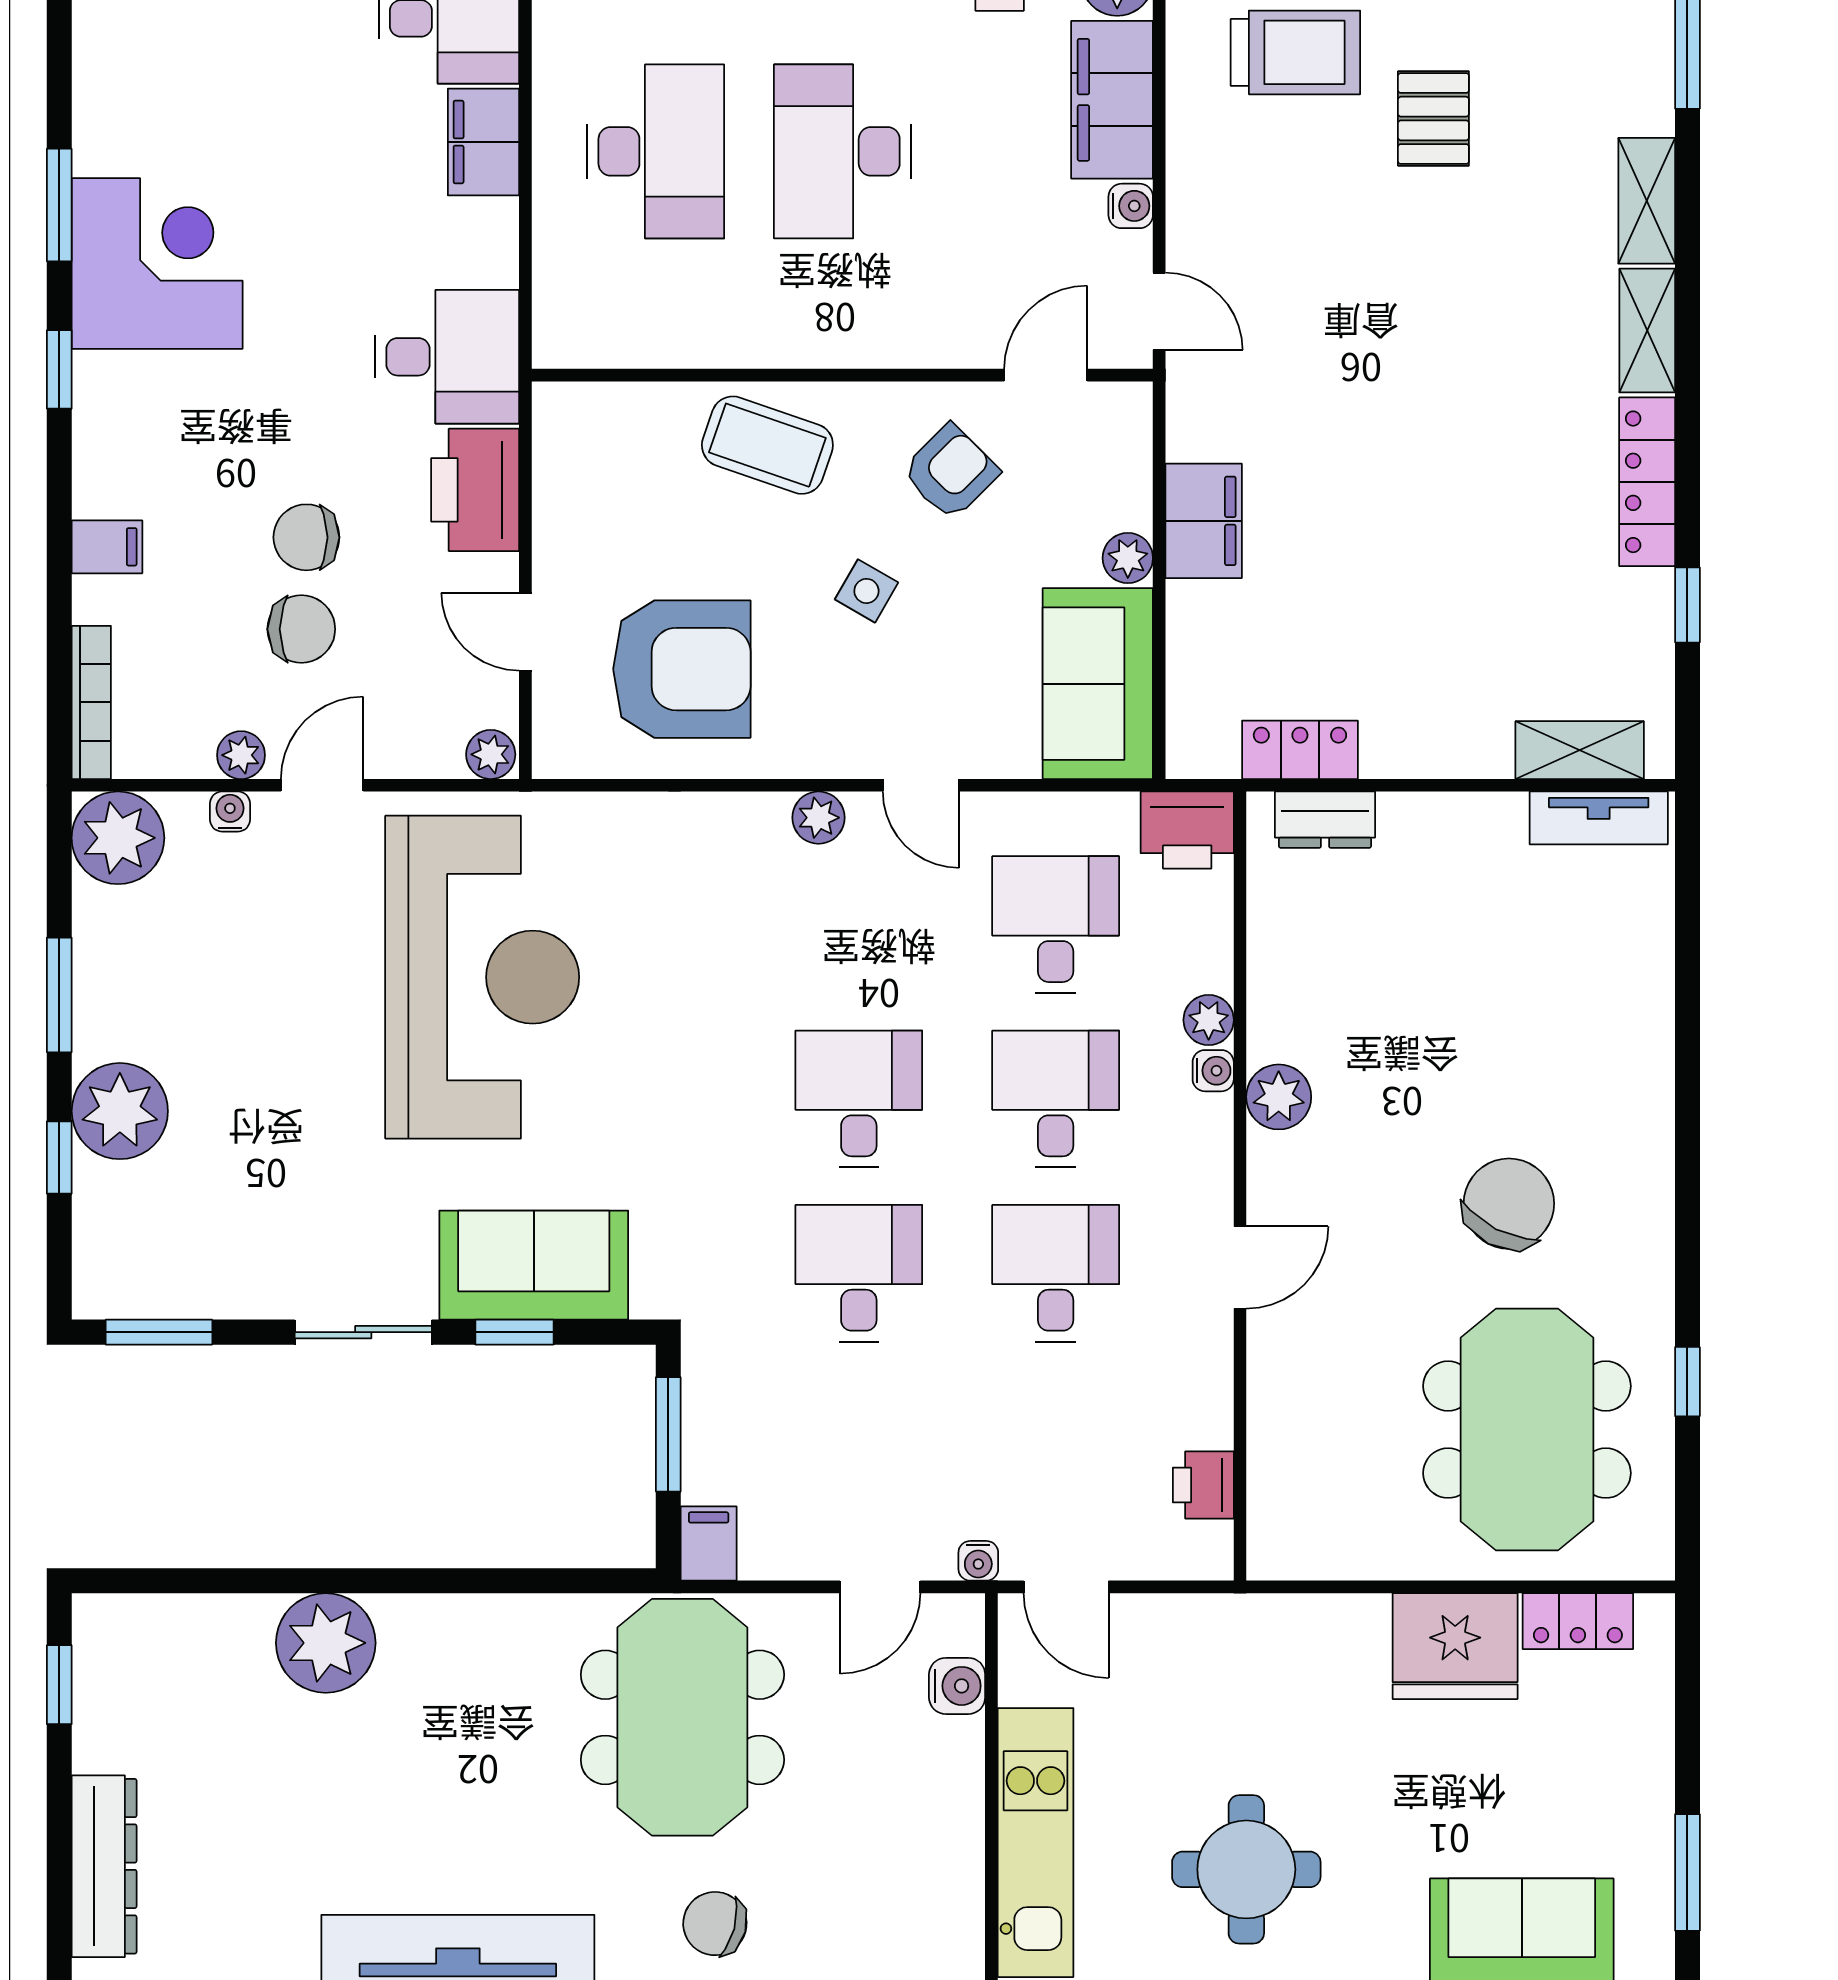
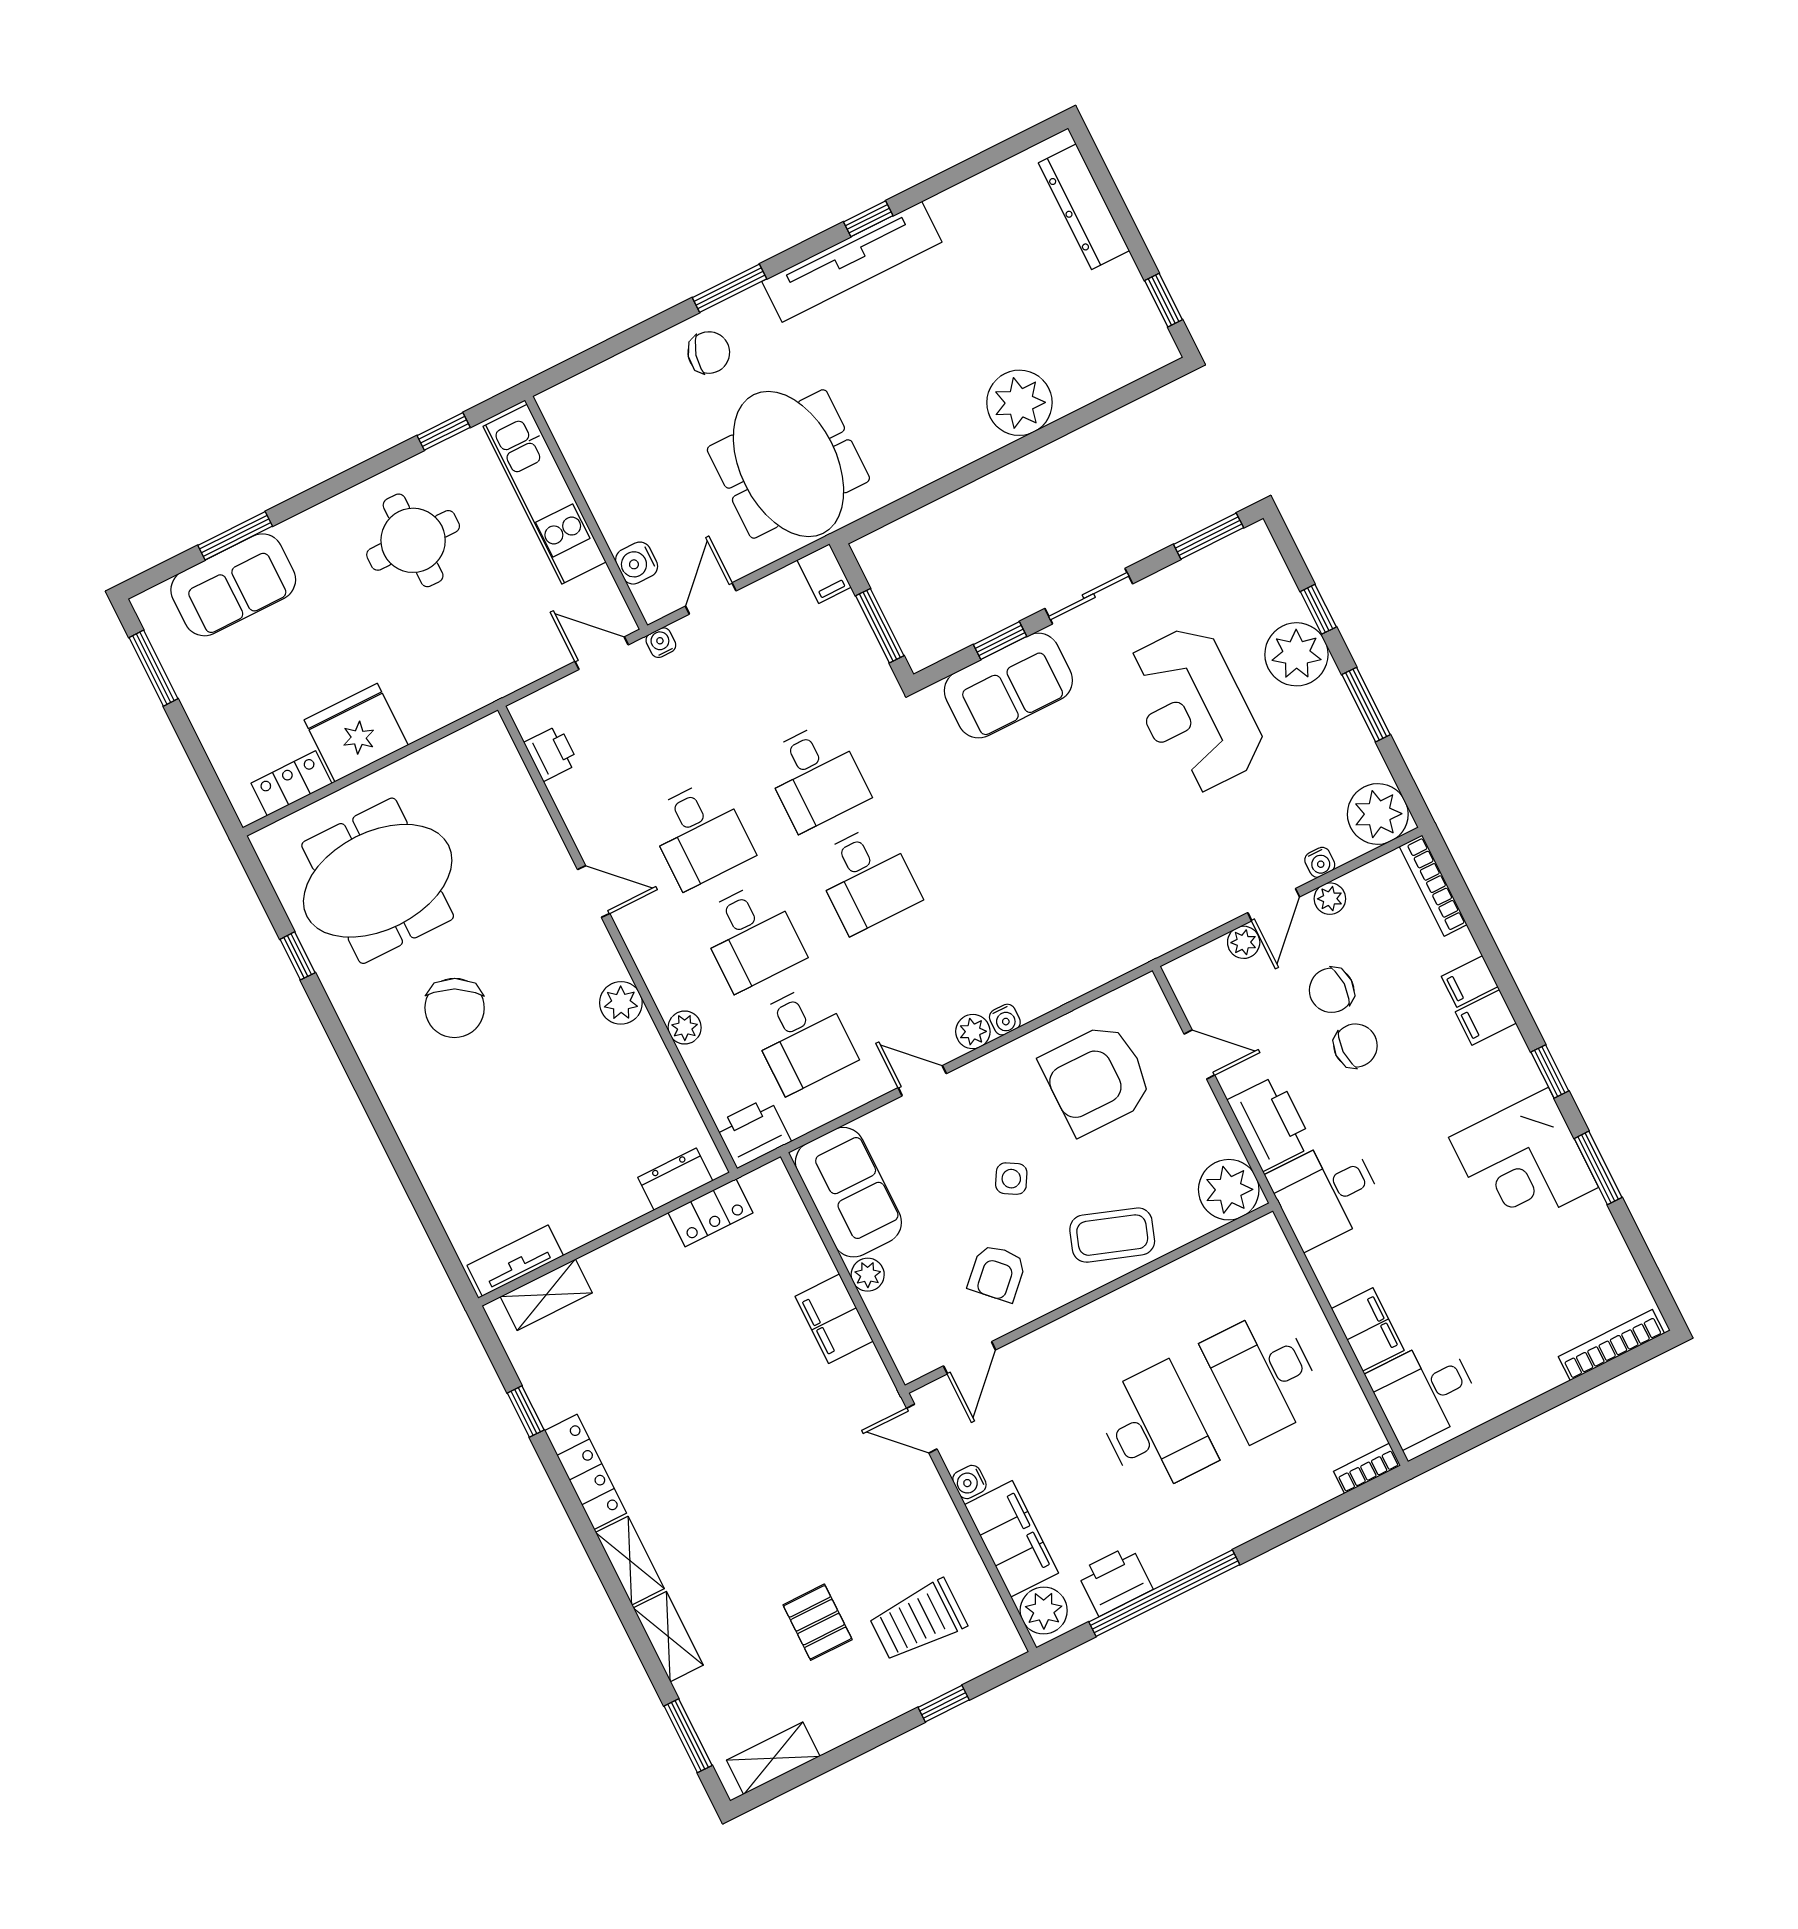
plant: (578, 427) -> (1229, 1190), added
filing cabinet: (110, 487) -> (1486, 1017), added
plant: (491, 754) -> (1244, 942), moved
reception desk: (482, 977) -> (1194, 709), moved, width x0.74, depth x0.77
water cooler: (1213, 1071) -> (1005, 1020), moved, turned -90
door: (1240, 1267) -> (594, 892), swing flipped
meeting table: (1527, 1430) -> (378, 881), turned 90

